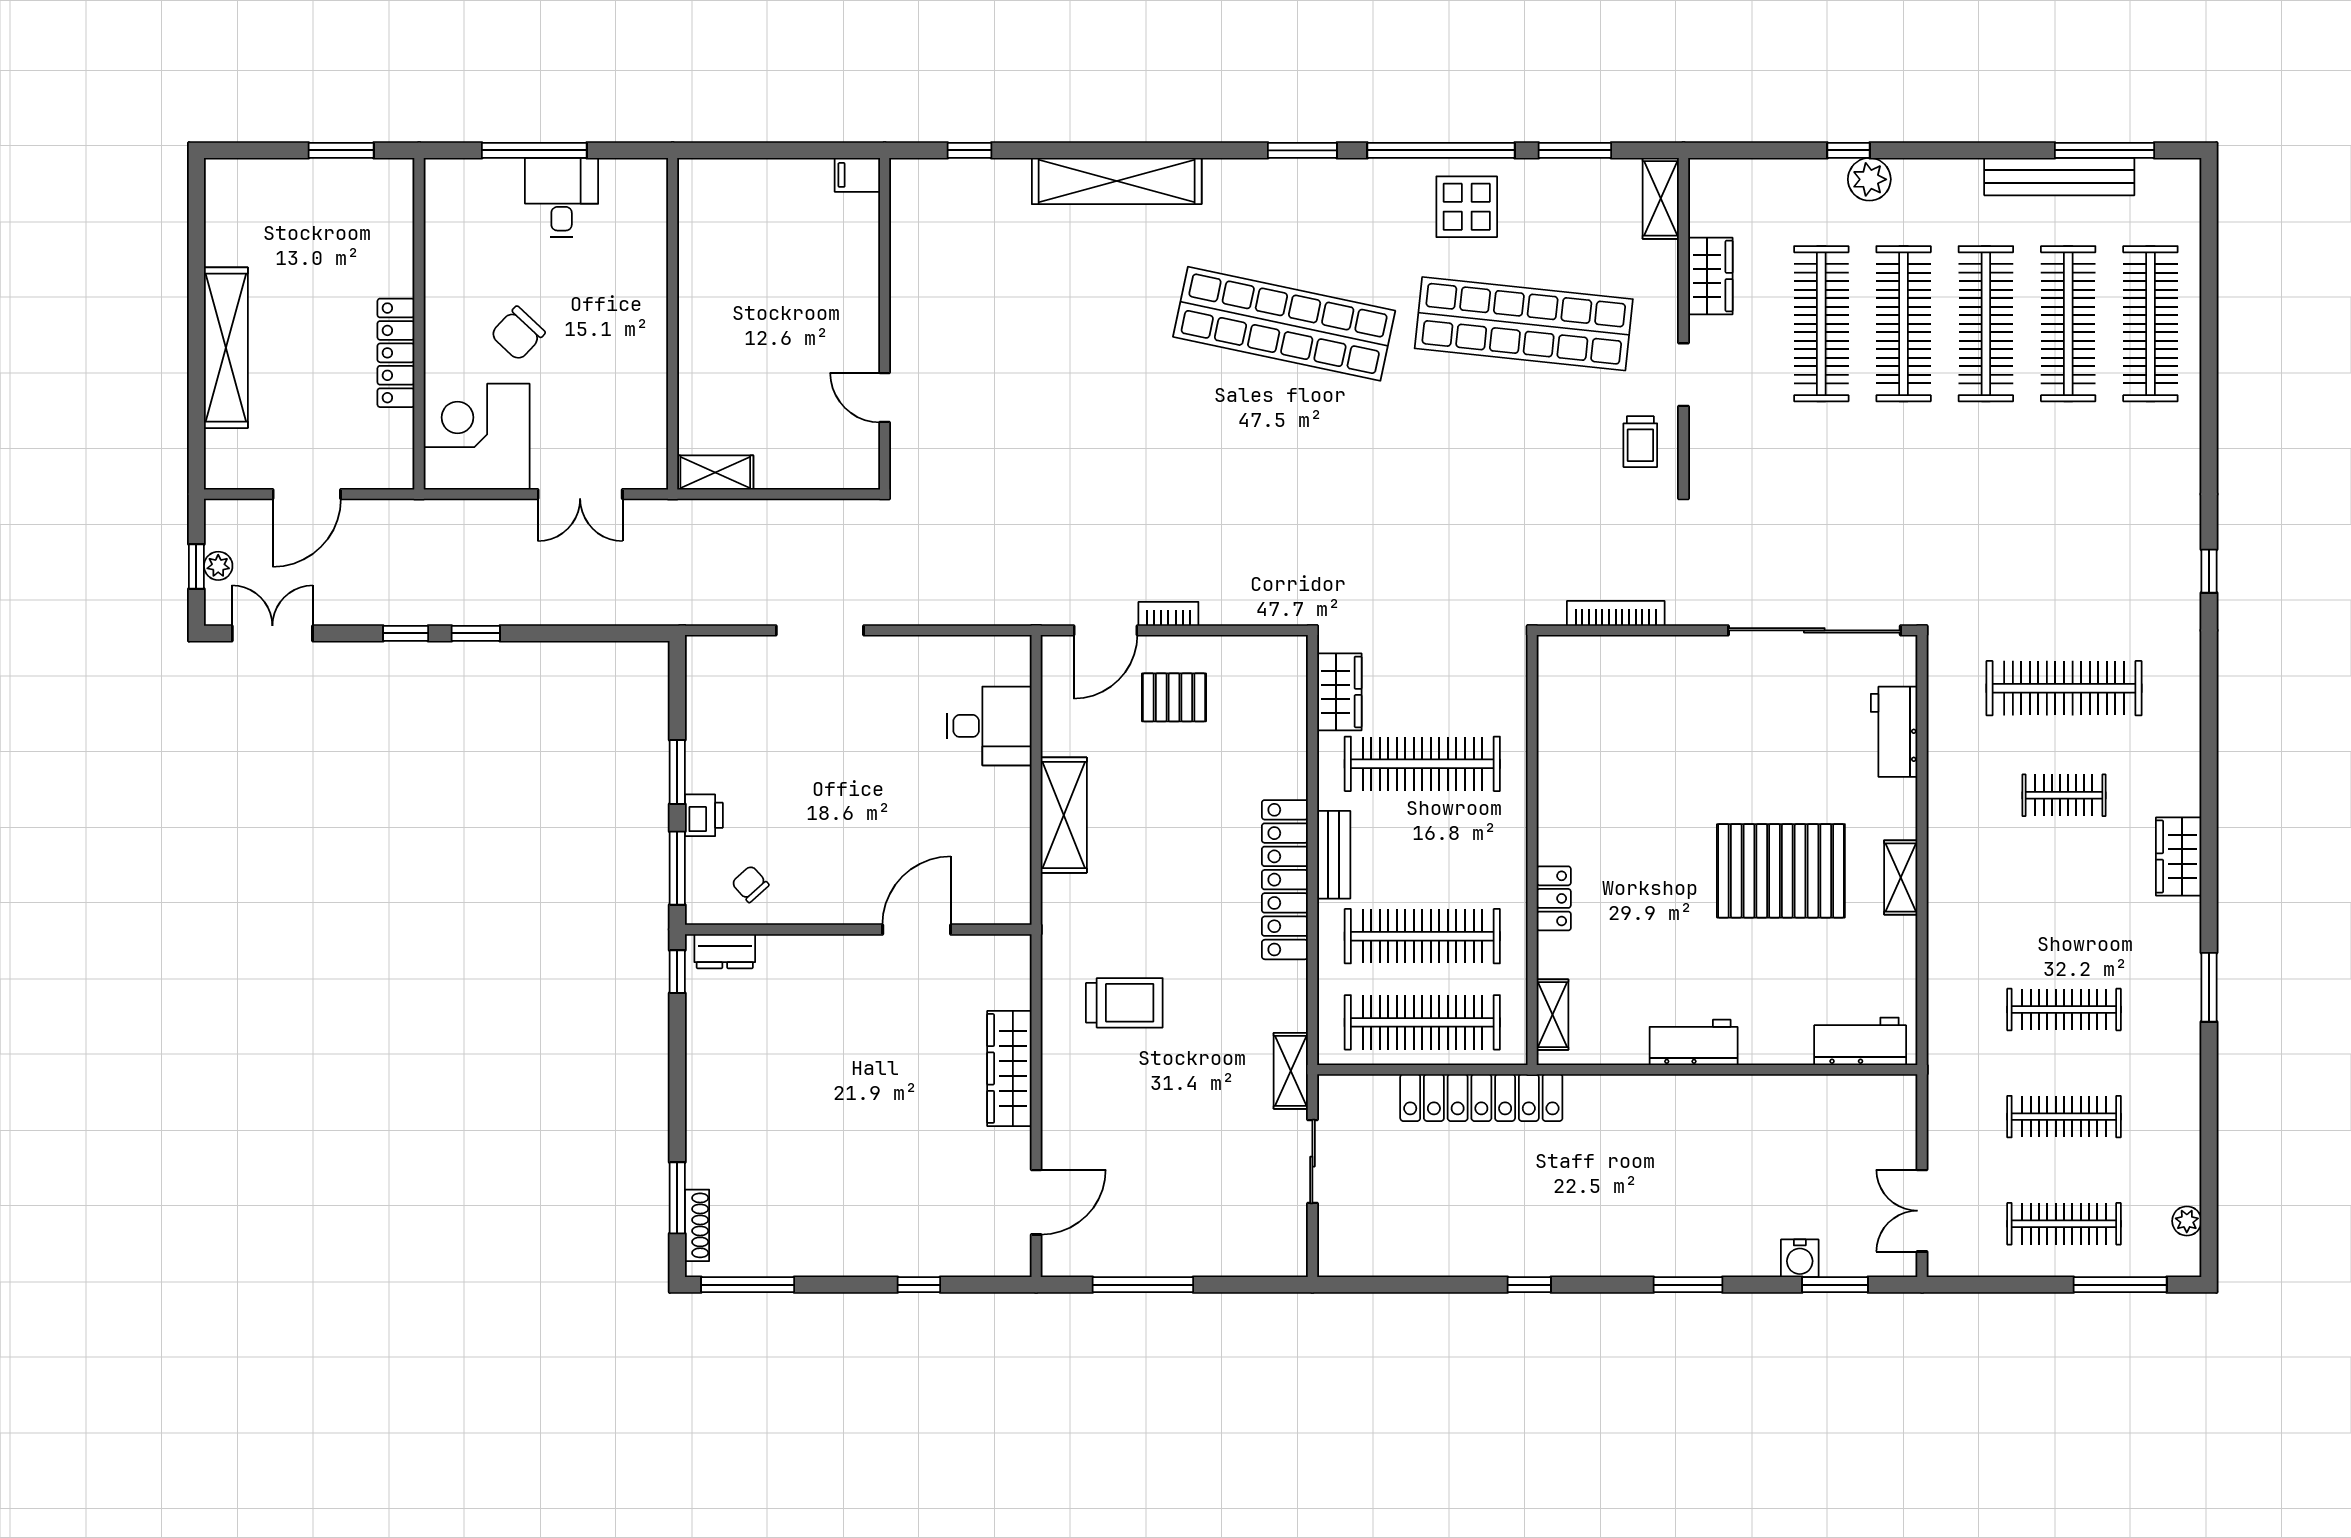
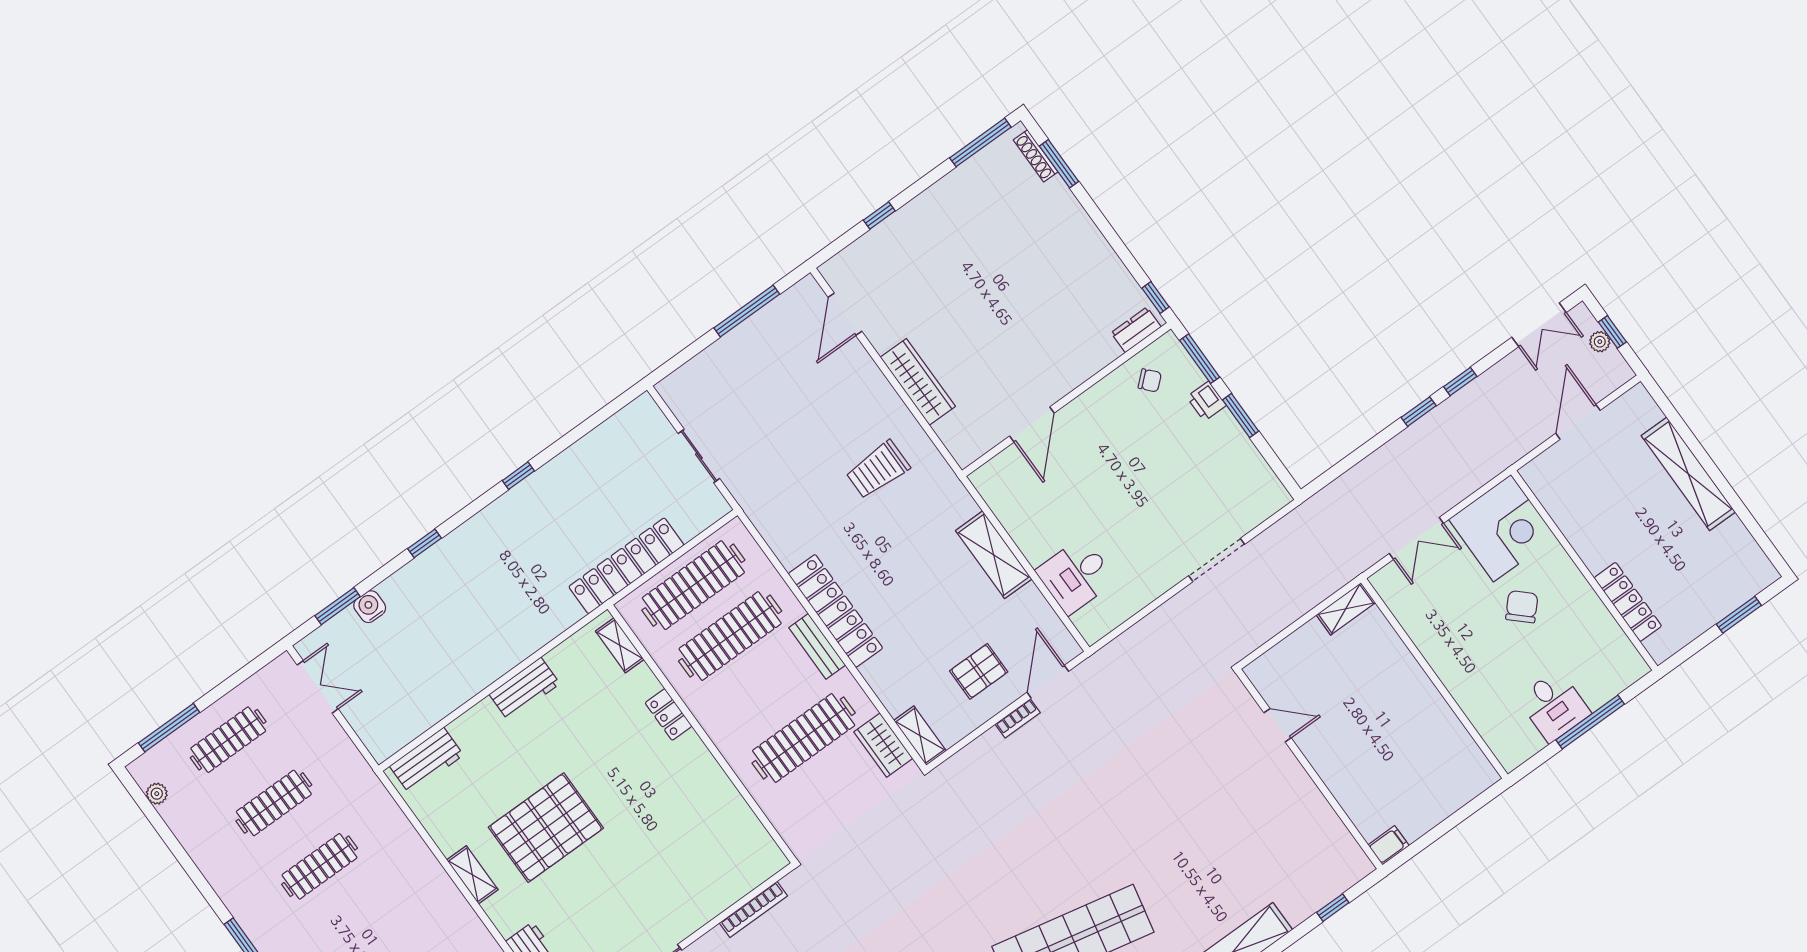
window: (341, 150) -> (1739, 615), moved
locker: (396, 353) -> (1628, 602), moved
double door: (580, 494) -> (1416, 538), swing flipped
shelving: (1291, 1071) -> (920, 736), moved
window: (1688, 1285) -> (424, 543), width x0.67

